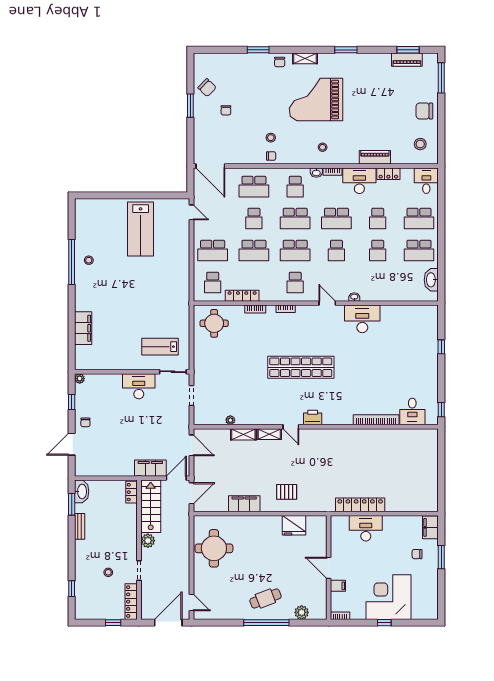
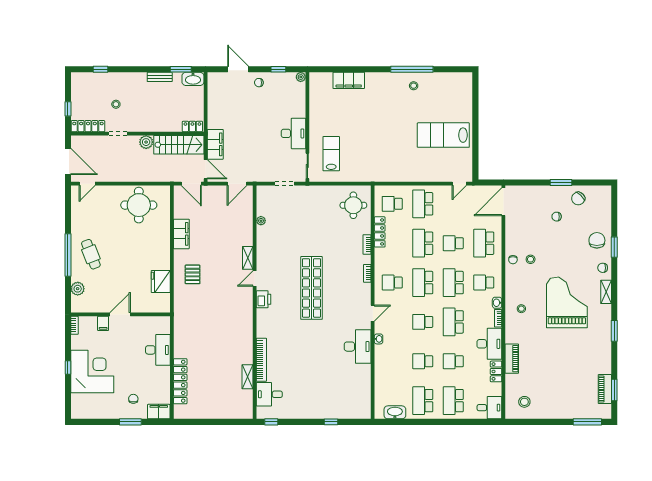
chair: (424, 111) -> (597, 240), moved
shelving: (243, 434) -> (248, 377), moved
locker: (360, 505) -> (180, 381), moved

